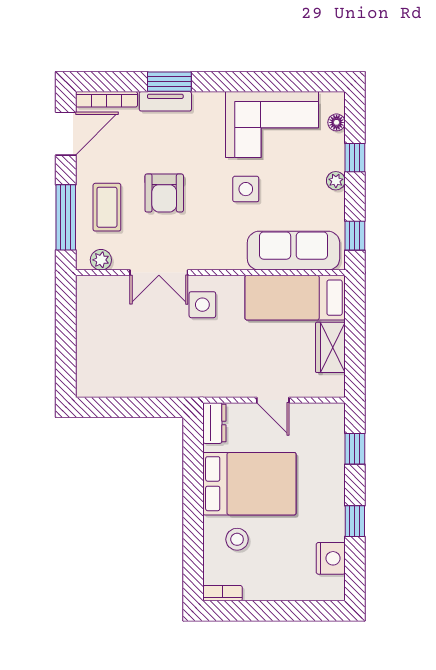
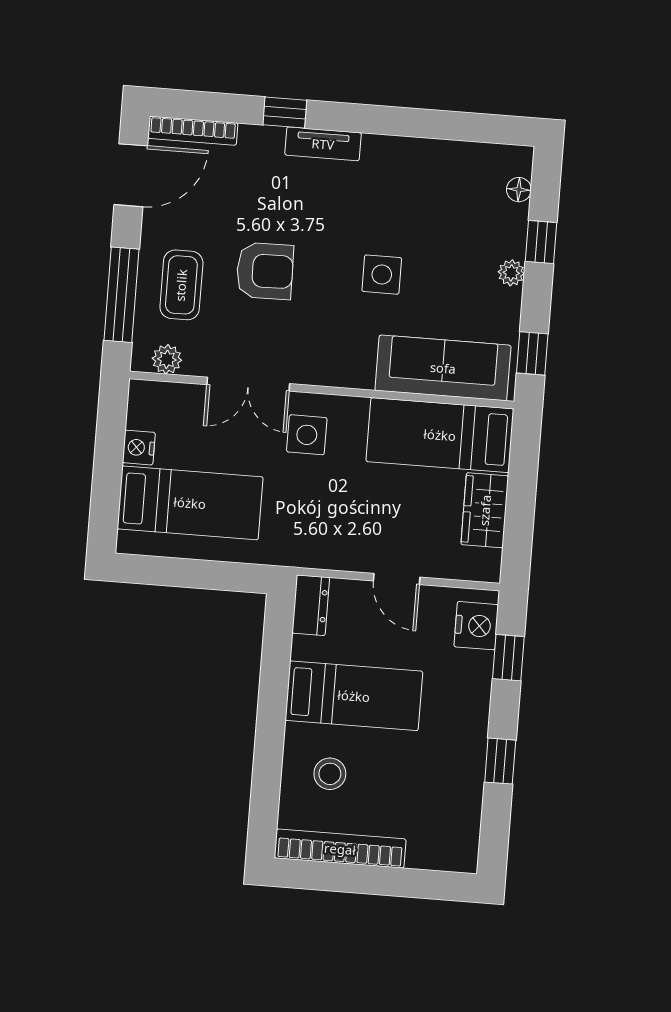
window: (169, 82) -> (285, 112), width x0.67
tv unit: (165, 101) -> (323, 144), moved
corner sofa: (272, 124) -> (427, 185), removed
armchair: (164, 193) -> (265, 271), turned -91
nightstand: (86, 323) -> (139, 448), added
bed: (125, 358) -> (190, 503), added
bed: (249, 484) -> (354, 696), width x0.67
nightstand: (331, 558) -> (476, 626), moved
bookcase: (223, 593) -> (340, 849), width x2.31, depth x1.31

